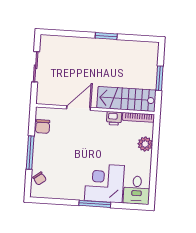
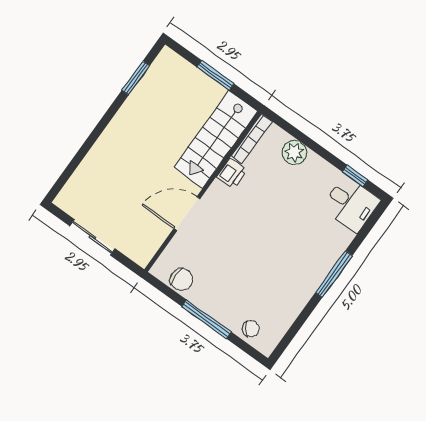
window: (106, 36) -> (136, 78), moved
door: (79, 108) -> (187, 214), hinge flipped
corner desk: (104, 183) -> (313, 243), removed
window: (153, 183) -> (355, 176), added

